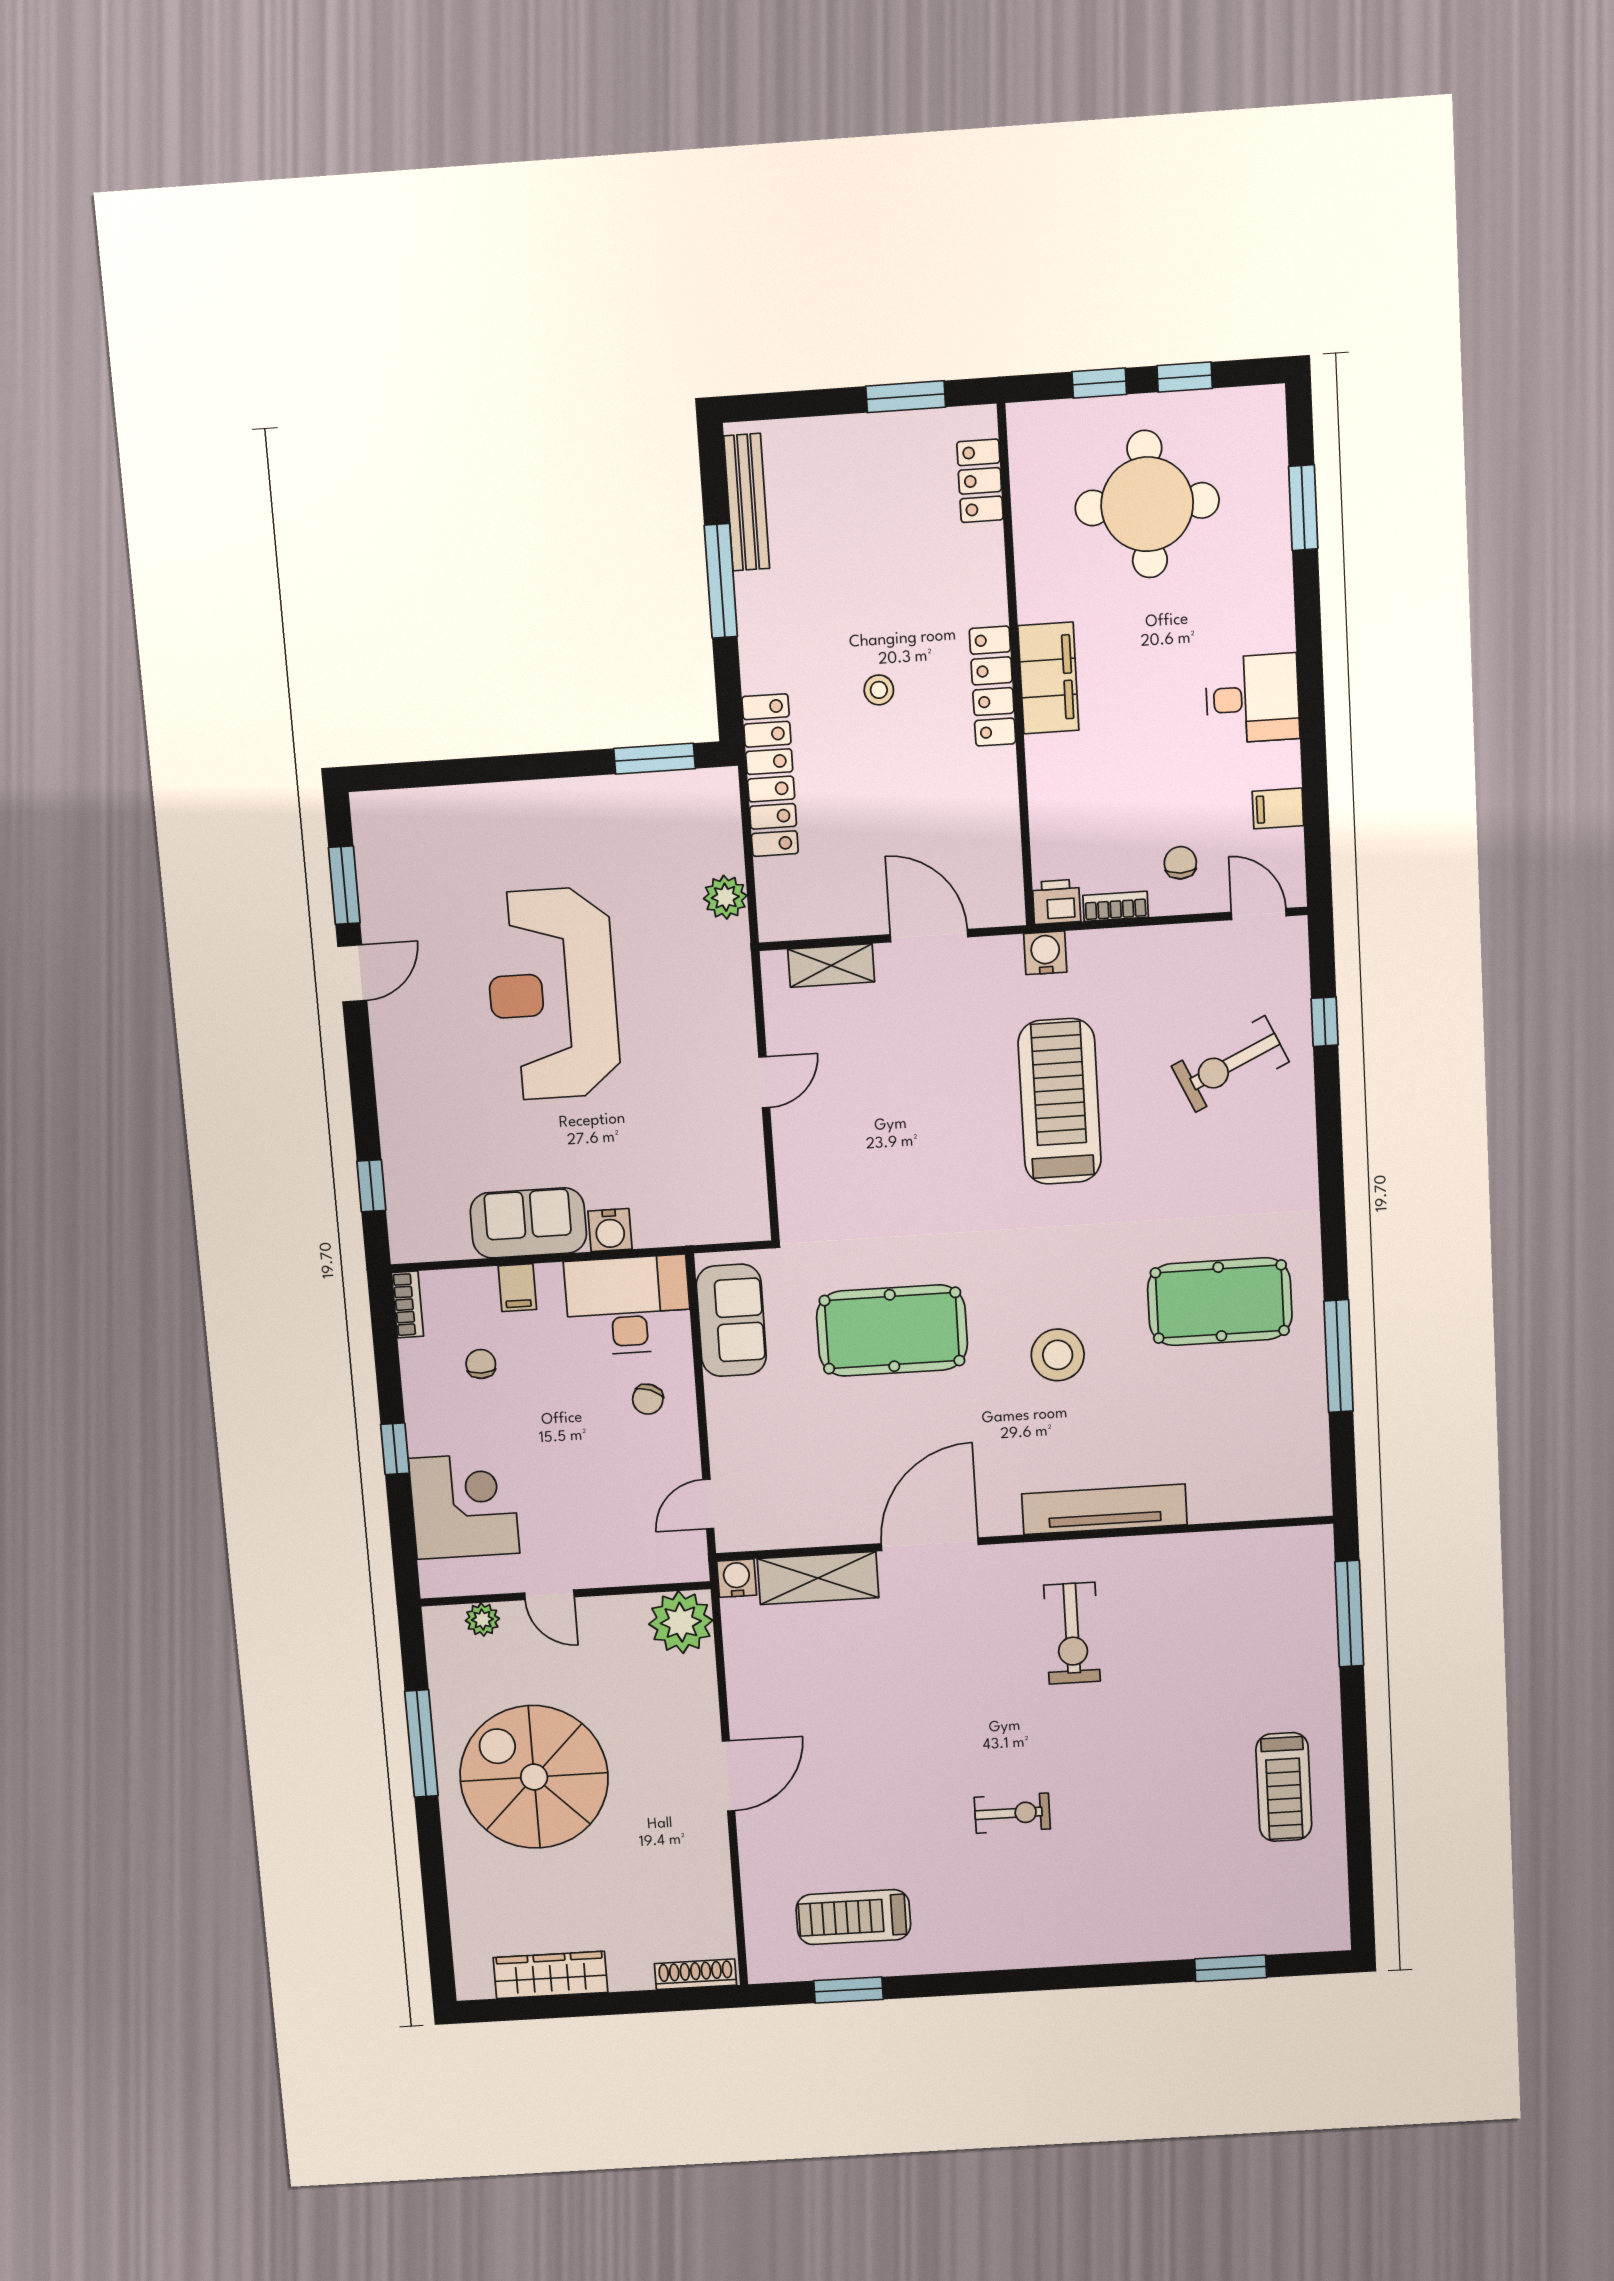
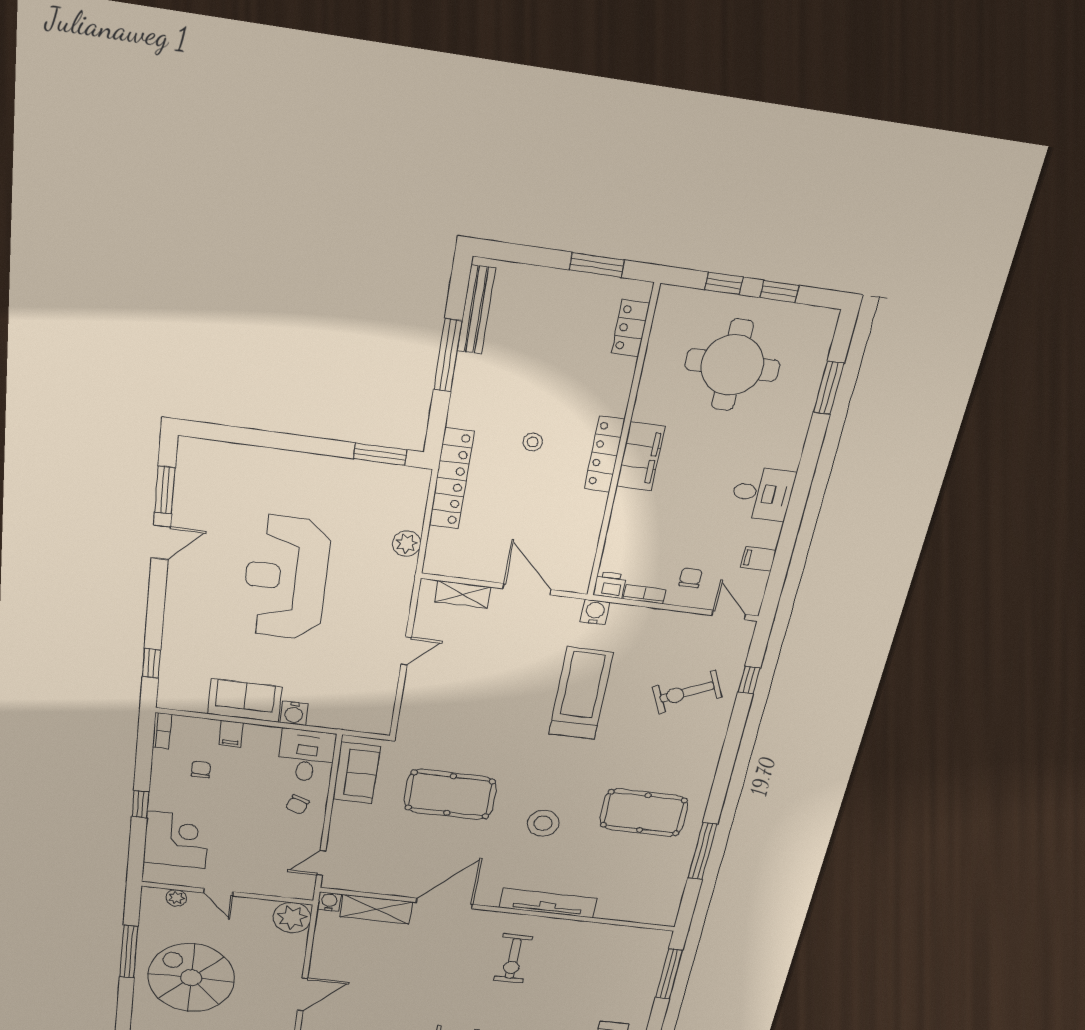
desk: (628, 1305) -> (306, 756), width x0.73

